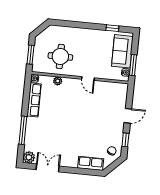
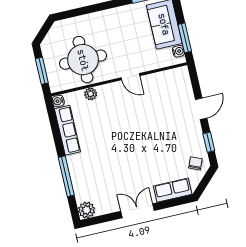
round table: (60, 56) -> (83, 60), width x1.36, depth x1.36
double door: (48, 168) -> (137, 211), moved

